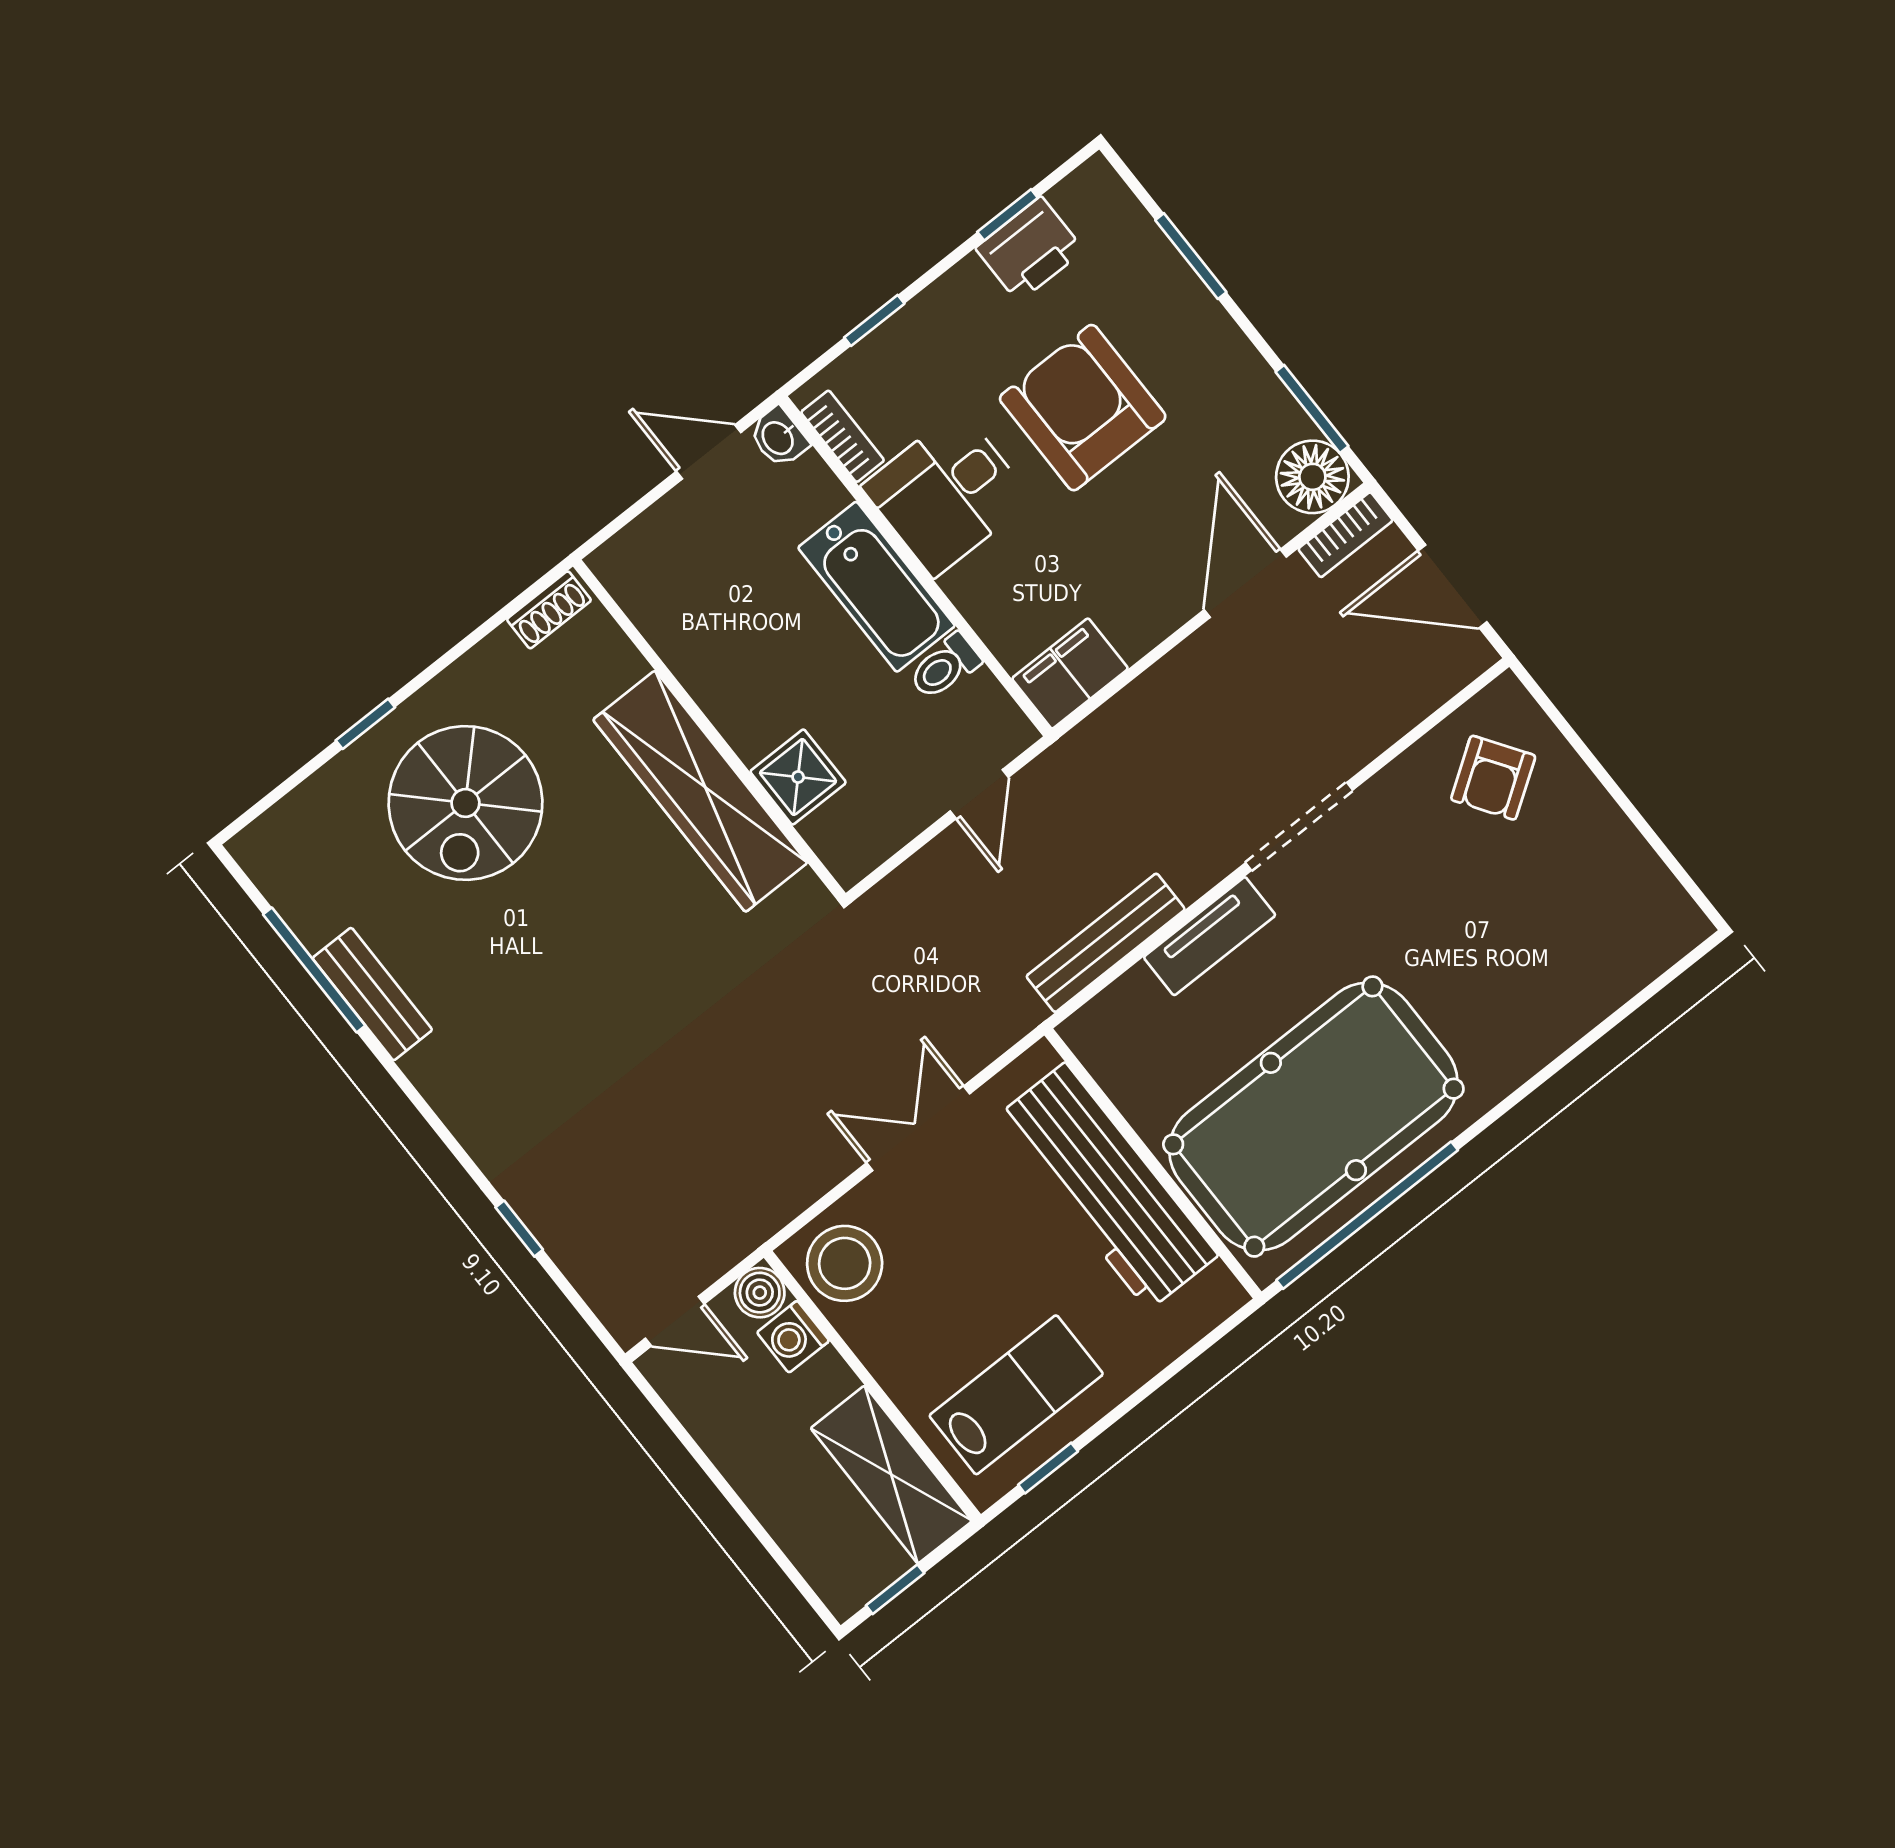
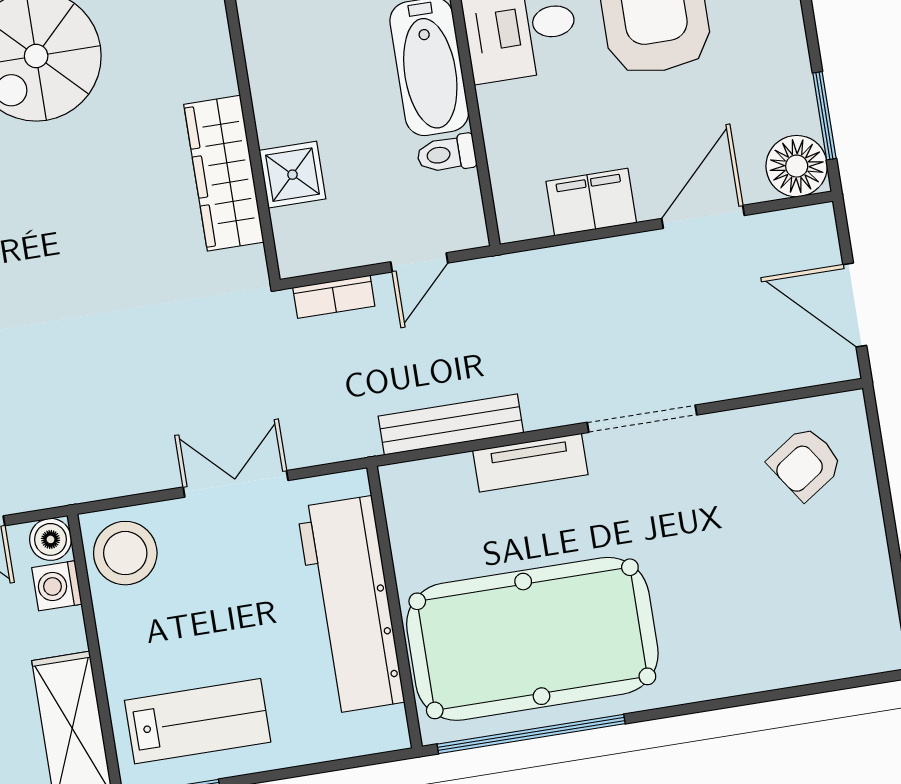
bookcase: (1345, 535) -> (334, 297), moved
filing cabinet: (1070, 674) -> (591, 202), moved
wardrobe: (700, 791) -> (224, 173), width x0.71, depth x0.85

